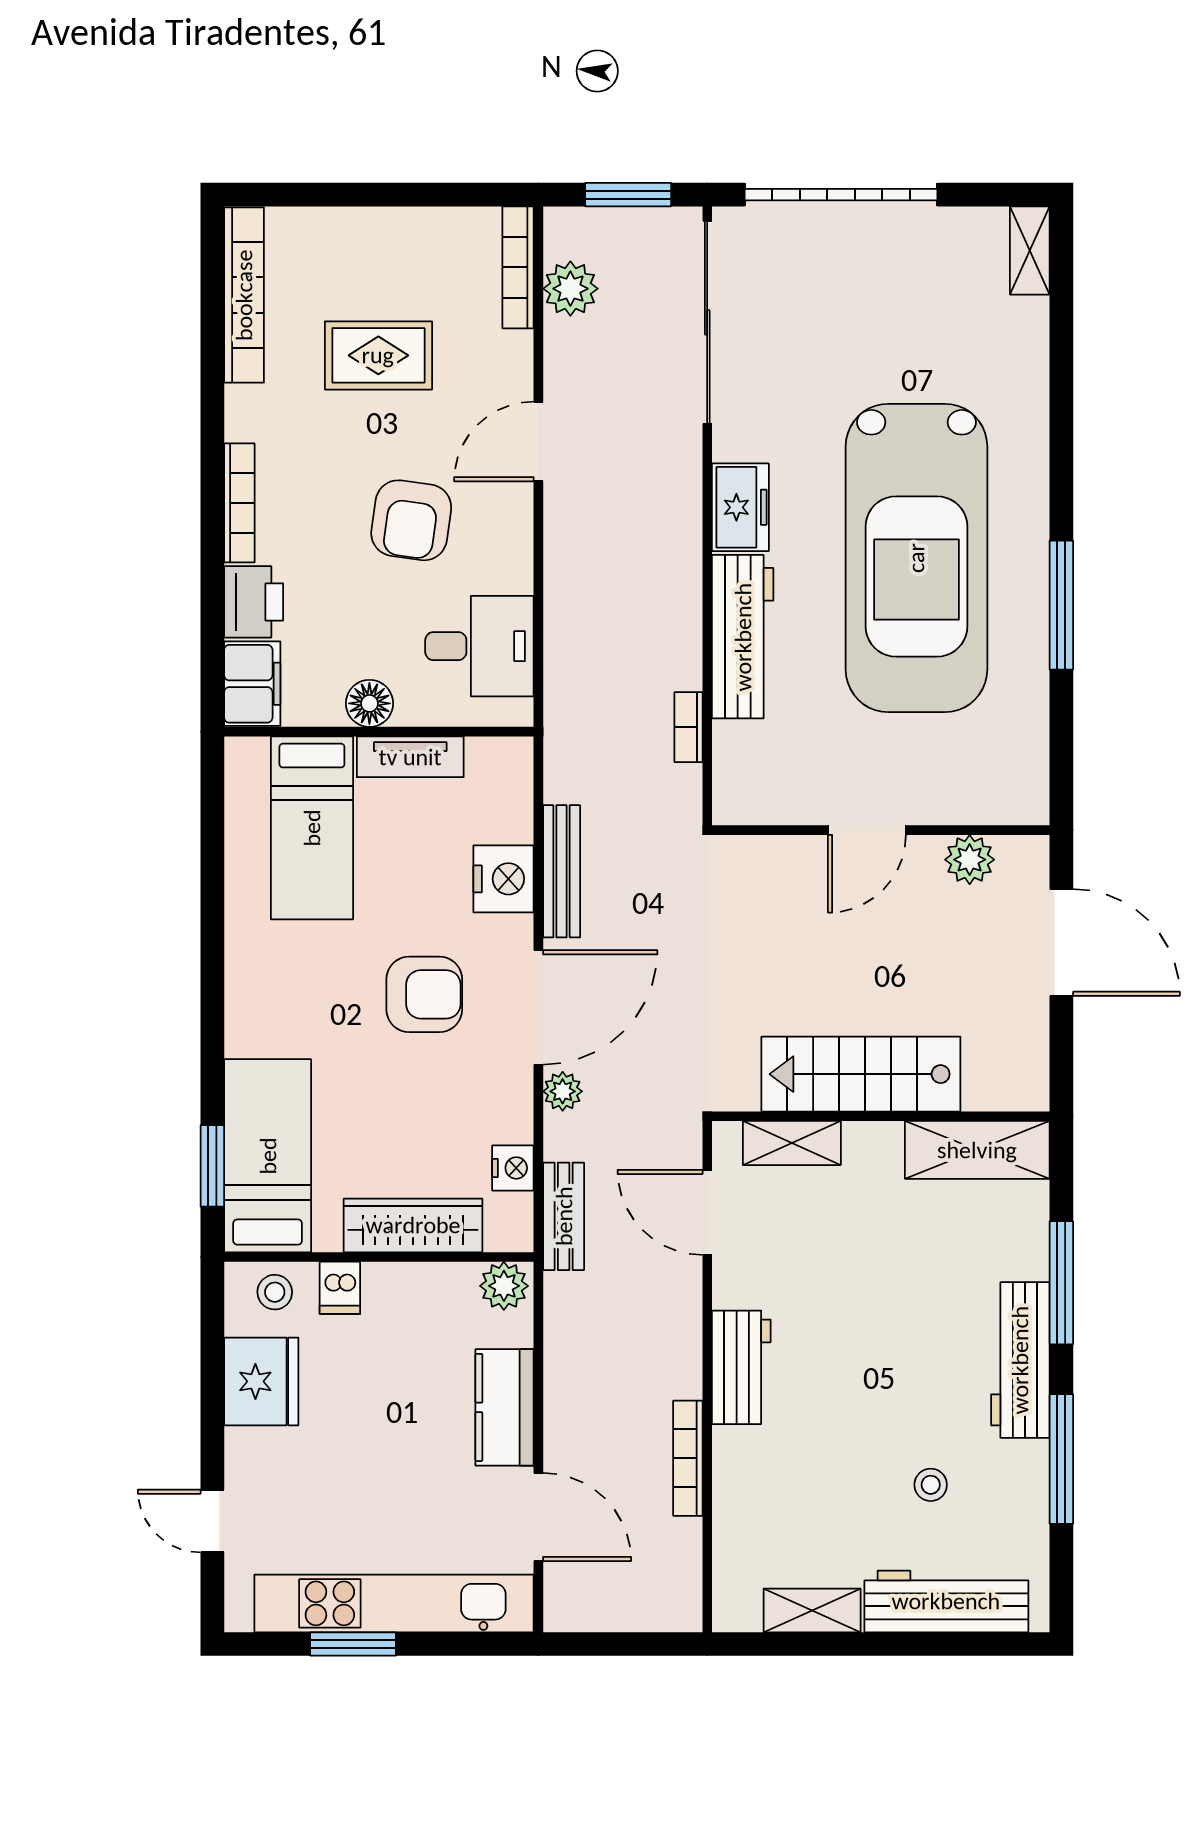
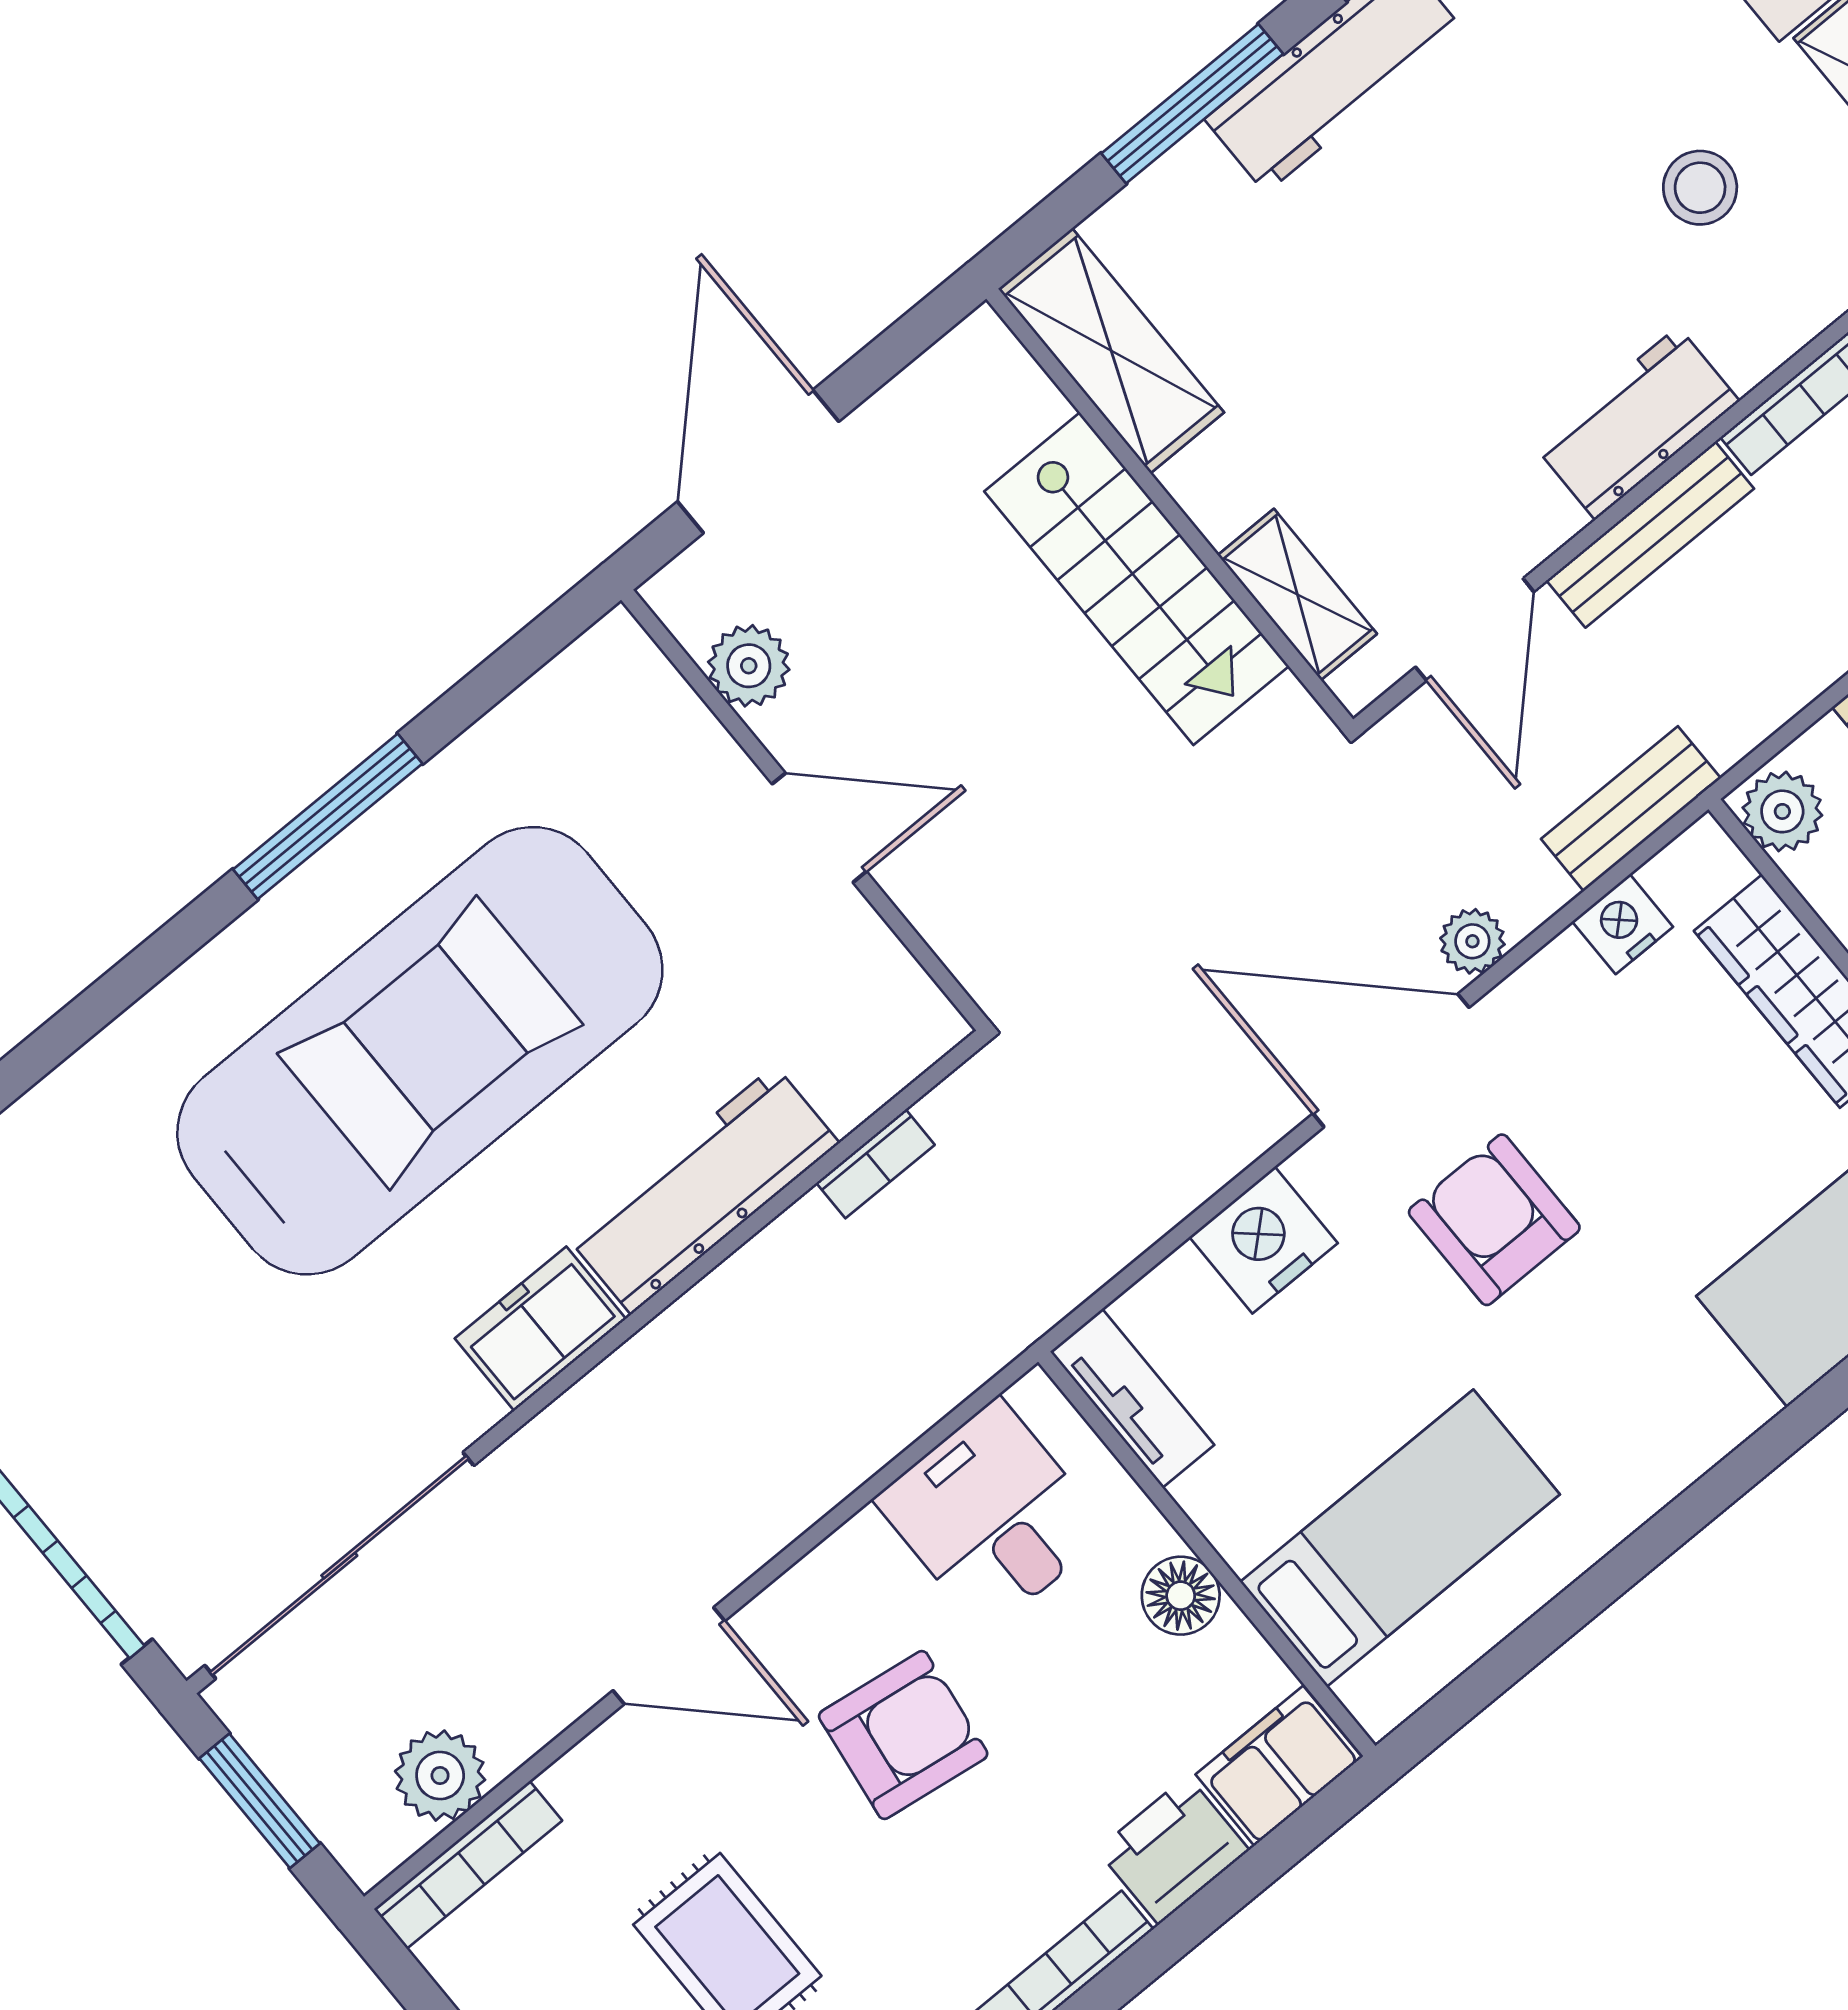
tv unit: (410, 757) -> (1132, 1398), moved
bench: (562, 871) -> (1650, 535), moved
stool: (931, 1485) -> (1700, 188), moved, width x1.37, depth x1.37

